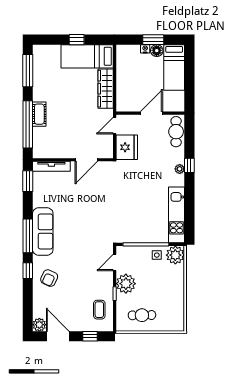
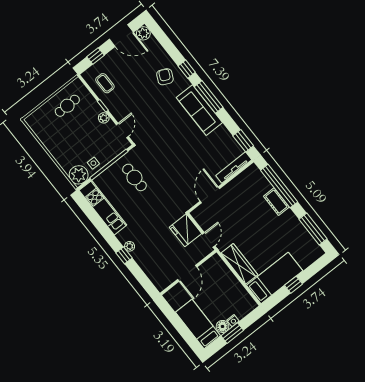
cafe table: (176, 132) -> (134, 177), moved
plant: (126, 284) -> (104, 118), width x0.53, depth x0.53

